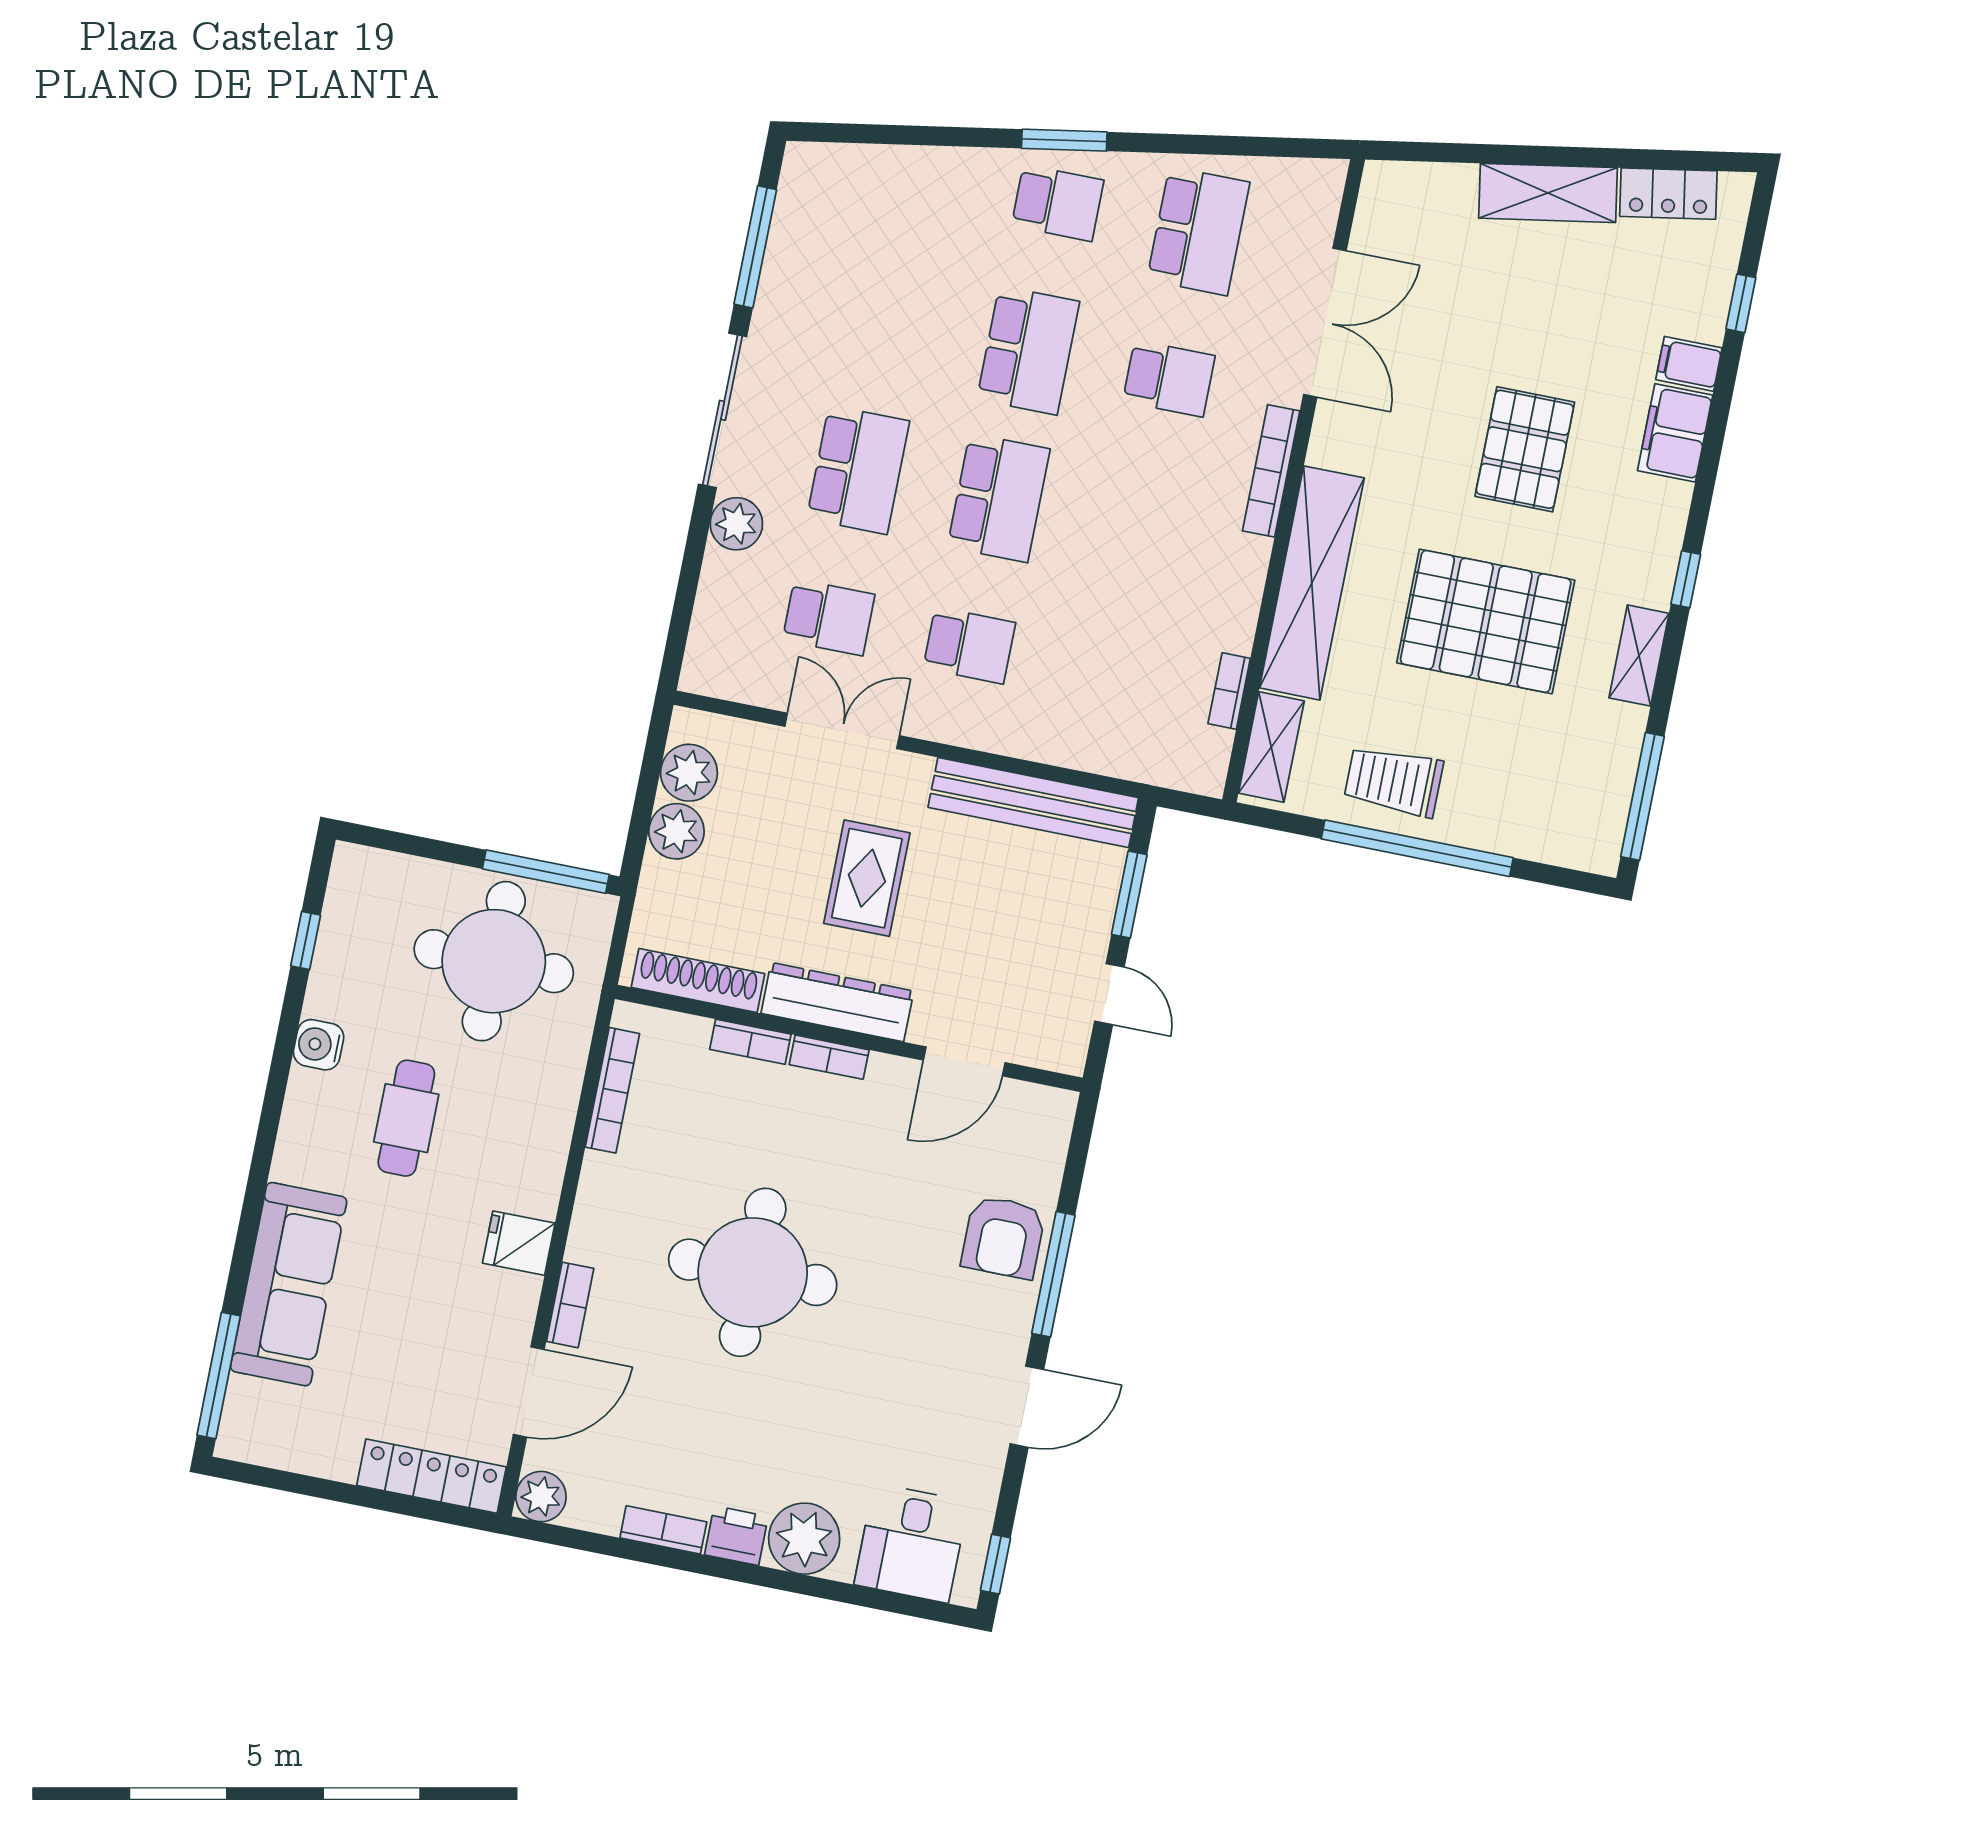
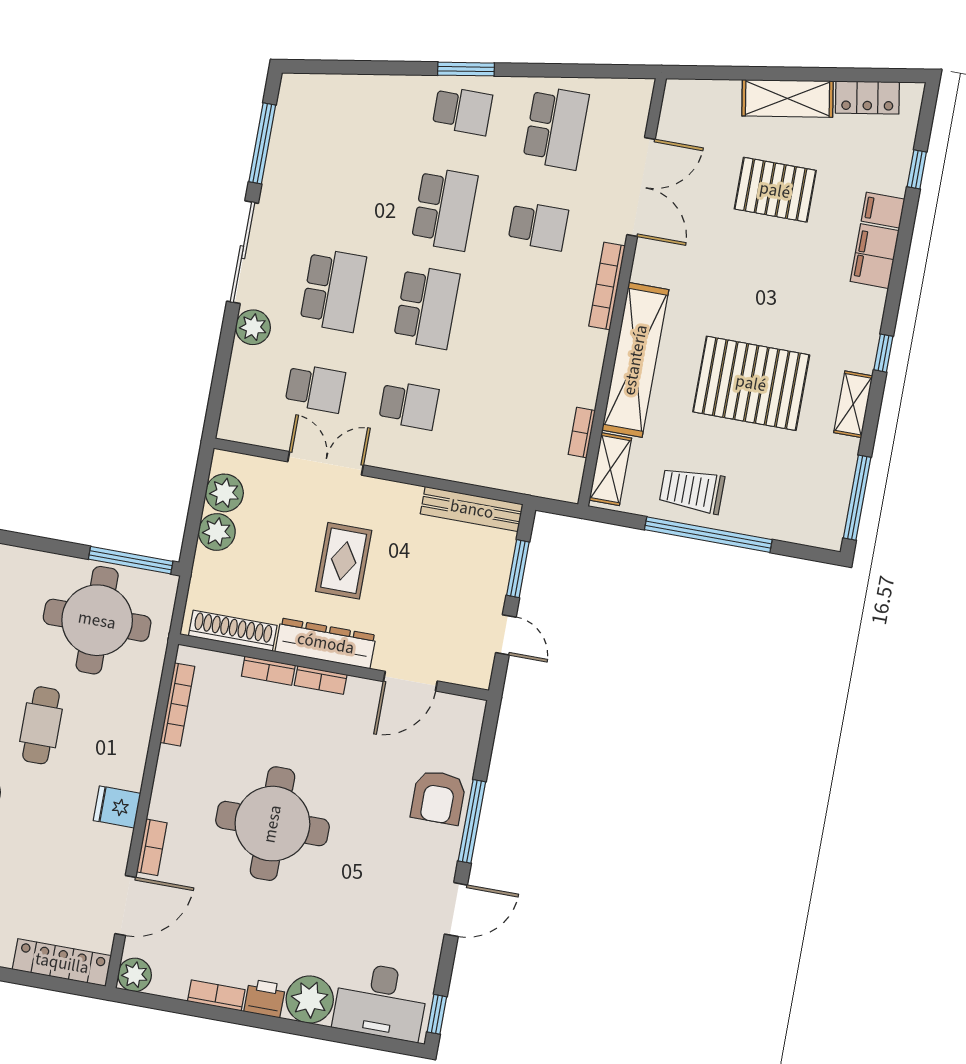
pallet: (1525, 449) -> (775, 190), moved, turned 90
bench: (1033, 803) -> (472, 509), width x0.73, depth x0.82
desk: (911, 1543) -> (381, 1001), width x1.37

